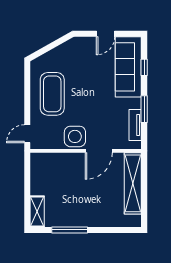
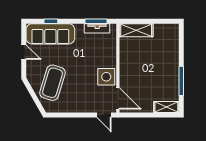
coffee table: (52, 94) -> (53, 83), moved, turned -73
window: (144, 109) -> (96, 21), moved
door: (99, 151) -> (118, 98), moved
shelving: (133, 183) -> (136, 30), width x0.68

